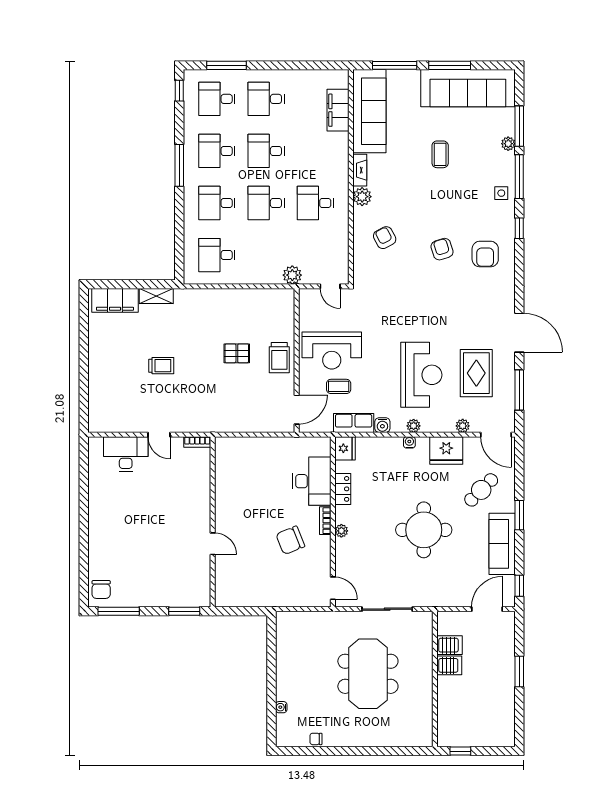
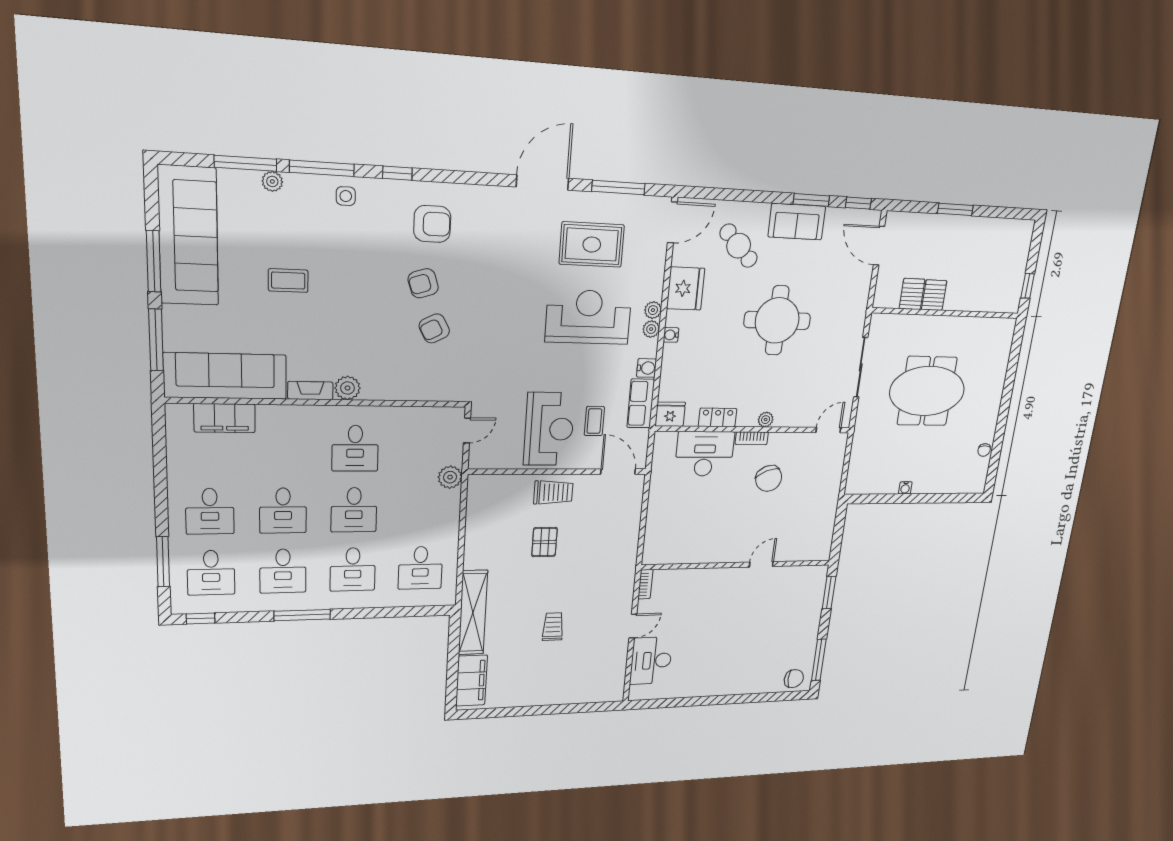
armchair: (385, 238) -> (434, 328), moved
shelving: (156, 296) -> (473, 613), width x2.20, depth x1.33
plant: (463, 426) -> (653, 310), moved
window: (519, 515) -> (811, 200), moved
sofa: (502, 544) -> (797, 222), width x0.73
water cooler: (281, 707) -> (905, 488), moved

